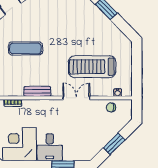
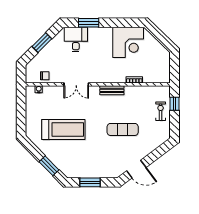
treadmill: (92, 67) -> (63, 130), moved
desk: (50, 147) -> (76, 39), moved

